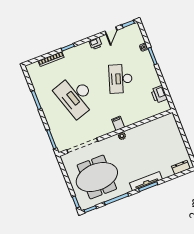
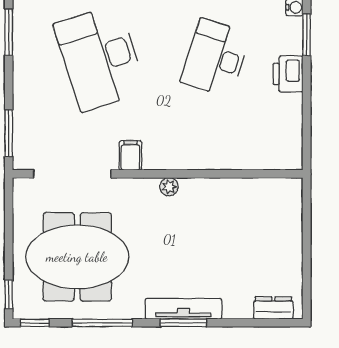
printer: (159, 94) -> (288, 74), moved
filing cabinet: (118, 123) -> (130, 155), moved

